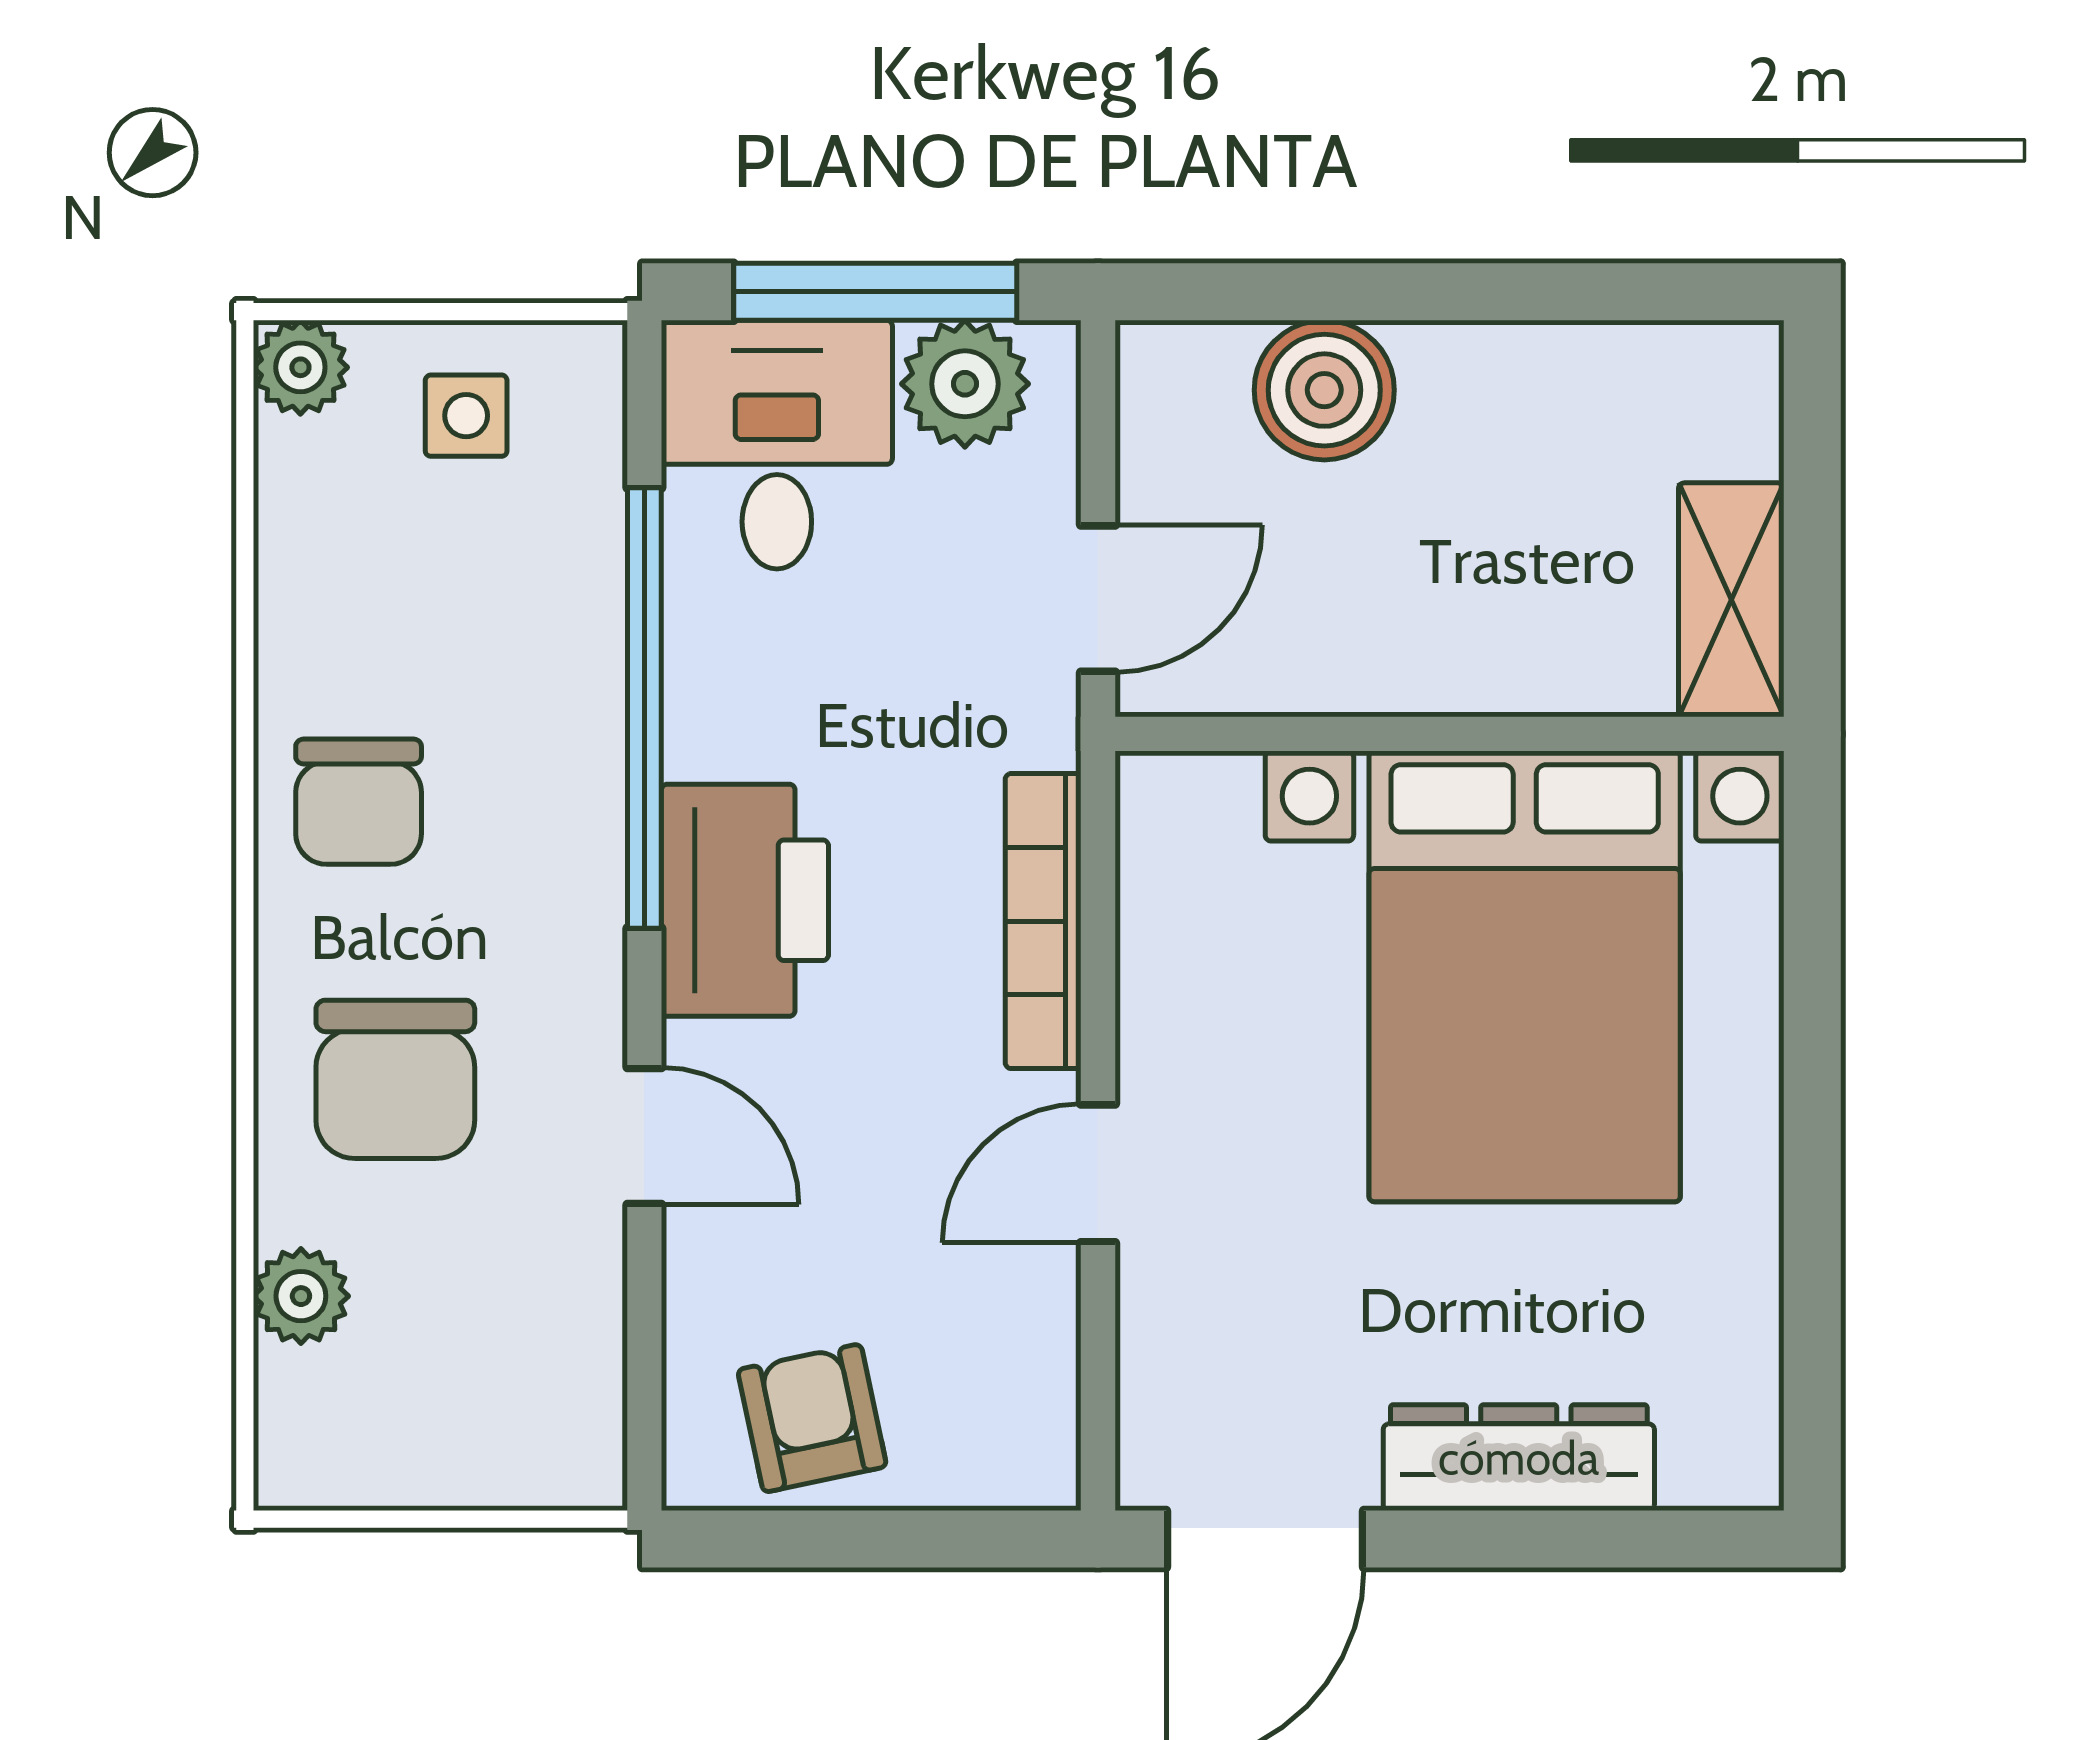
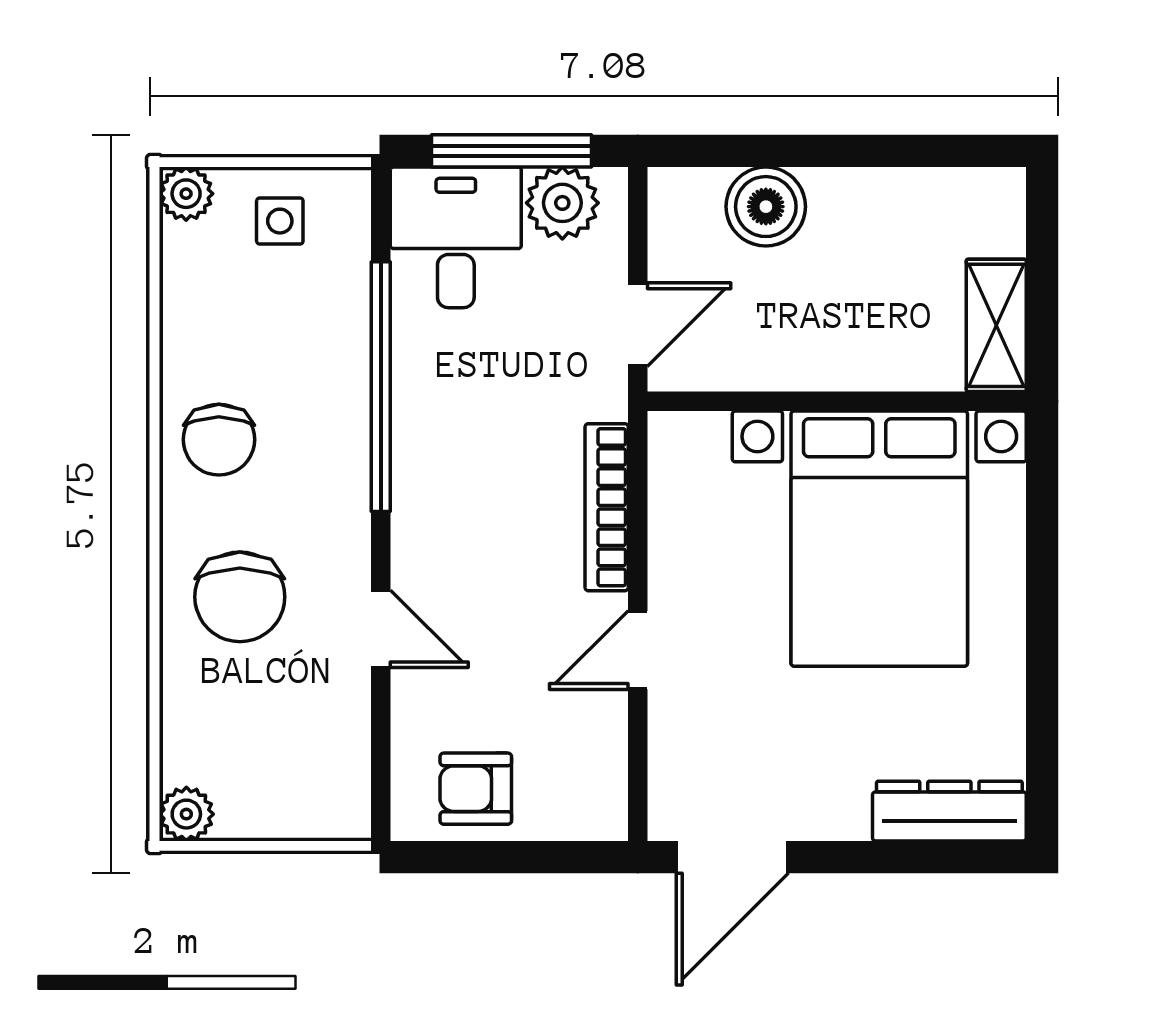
printer: (745, 900) -> (438, 495), removed
plant: (301, 1296) -> (186, 814), moved
armchair: (812, 1418) -> (476, 789), turned -78
dresser: (1519, 1458) -> (949, 811), moved

